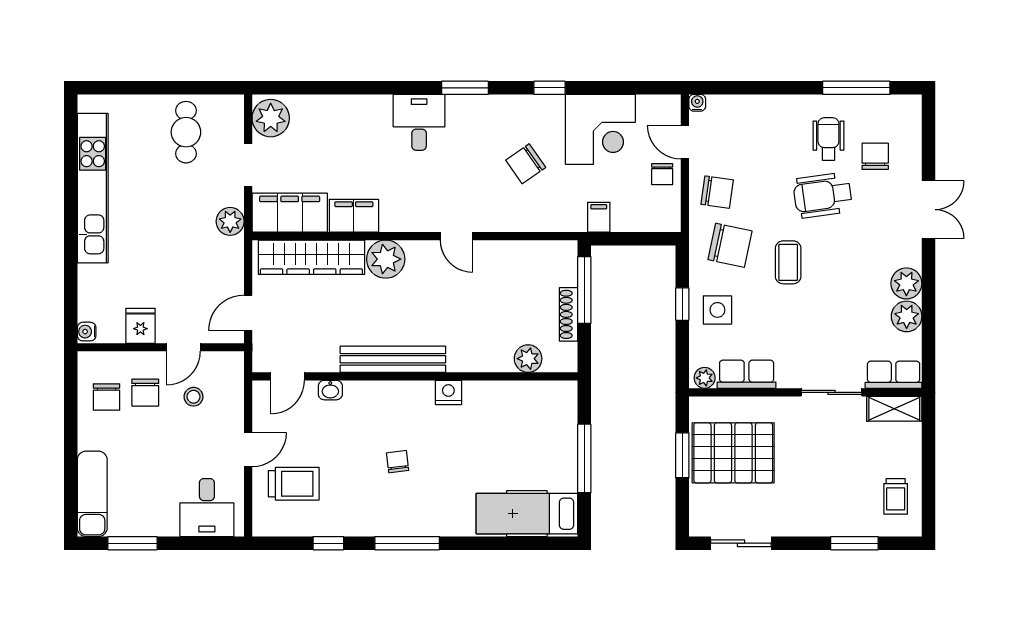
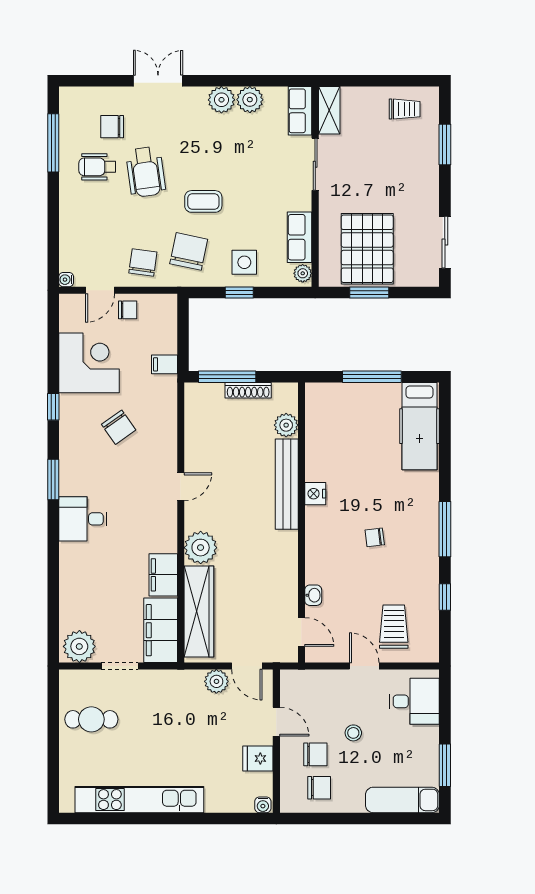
plant: (230, 221) -> (216, 681), moved
bench: (393, 359) -> (287, 484), moved
stool: (194, 397) -> (353, 733), moved

